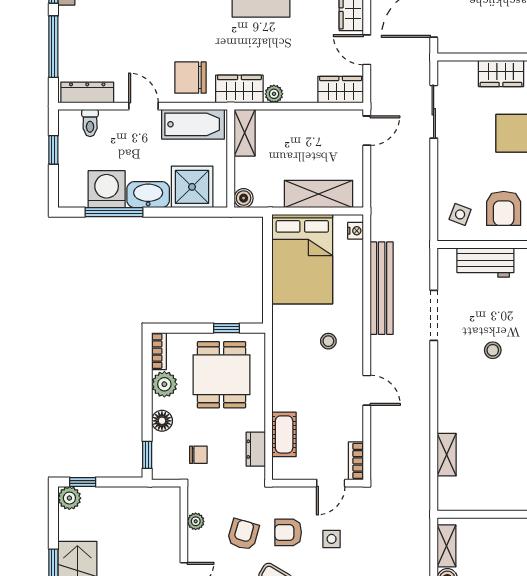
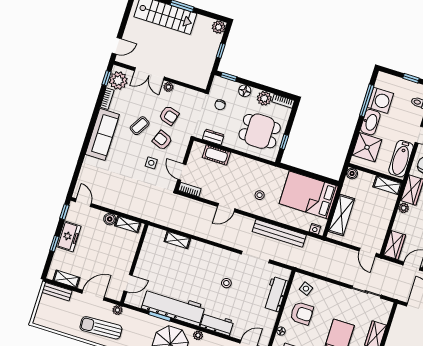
armchair: (504, 208) -> (302, 313), turned 180
window: (83, 482) -> (221, 51), moved
plant: (196, 521) -> (168, 87), moved
armchair: (288, 532) -> (162, 140), turned -68

